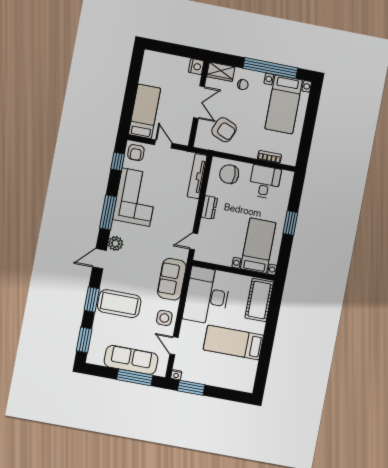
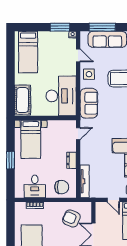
bed: (233, 343) -> (28, 52), moved, turned 90

